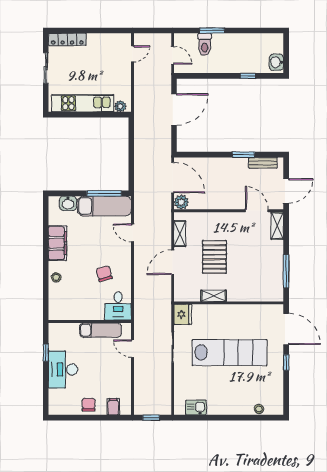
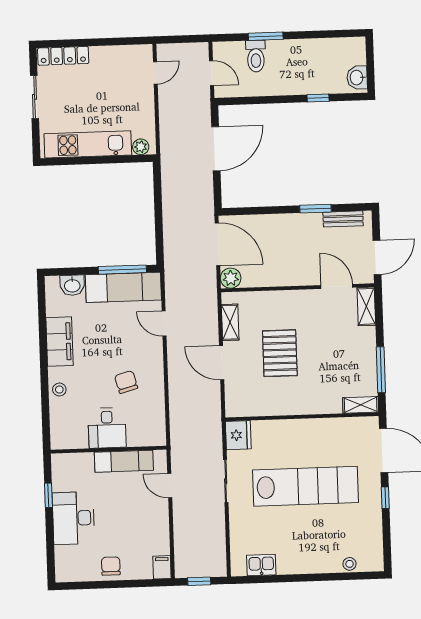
door: (173, 262) -> (222, 363), hinge flipped
shelving: (213, 296) -> (361, 405), moved
desk: (118, 306) -> (107, 428), moved
filing cabinet: (113, 407) -> (162, 567), moved

